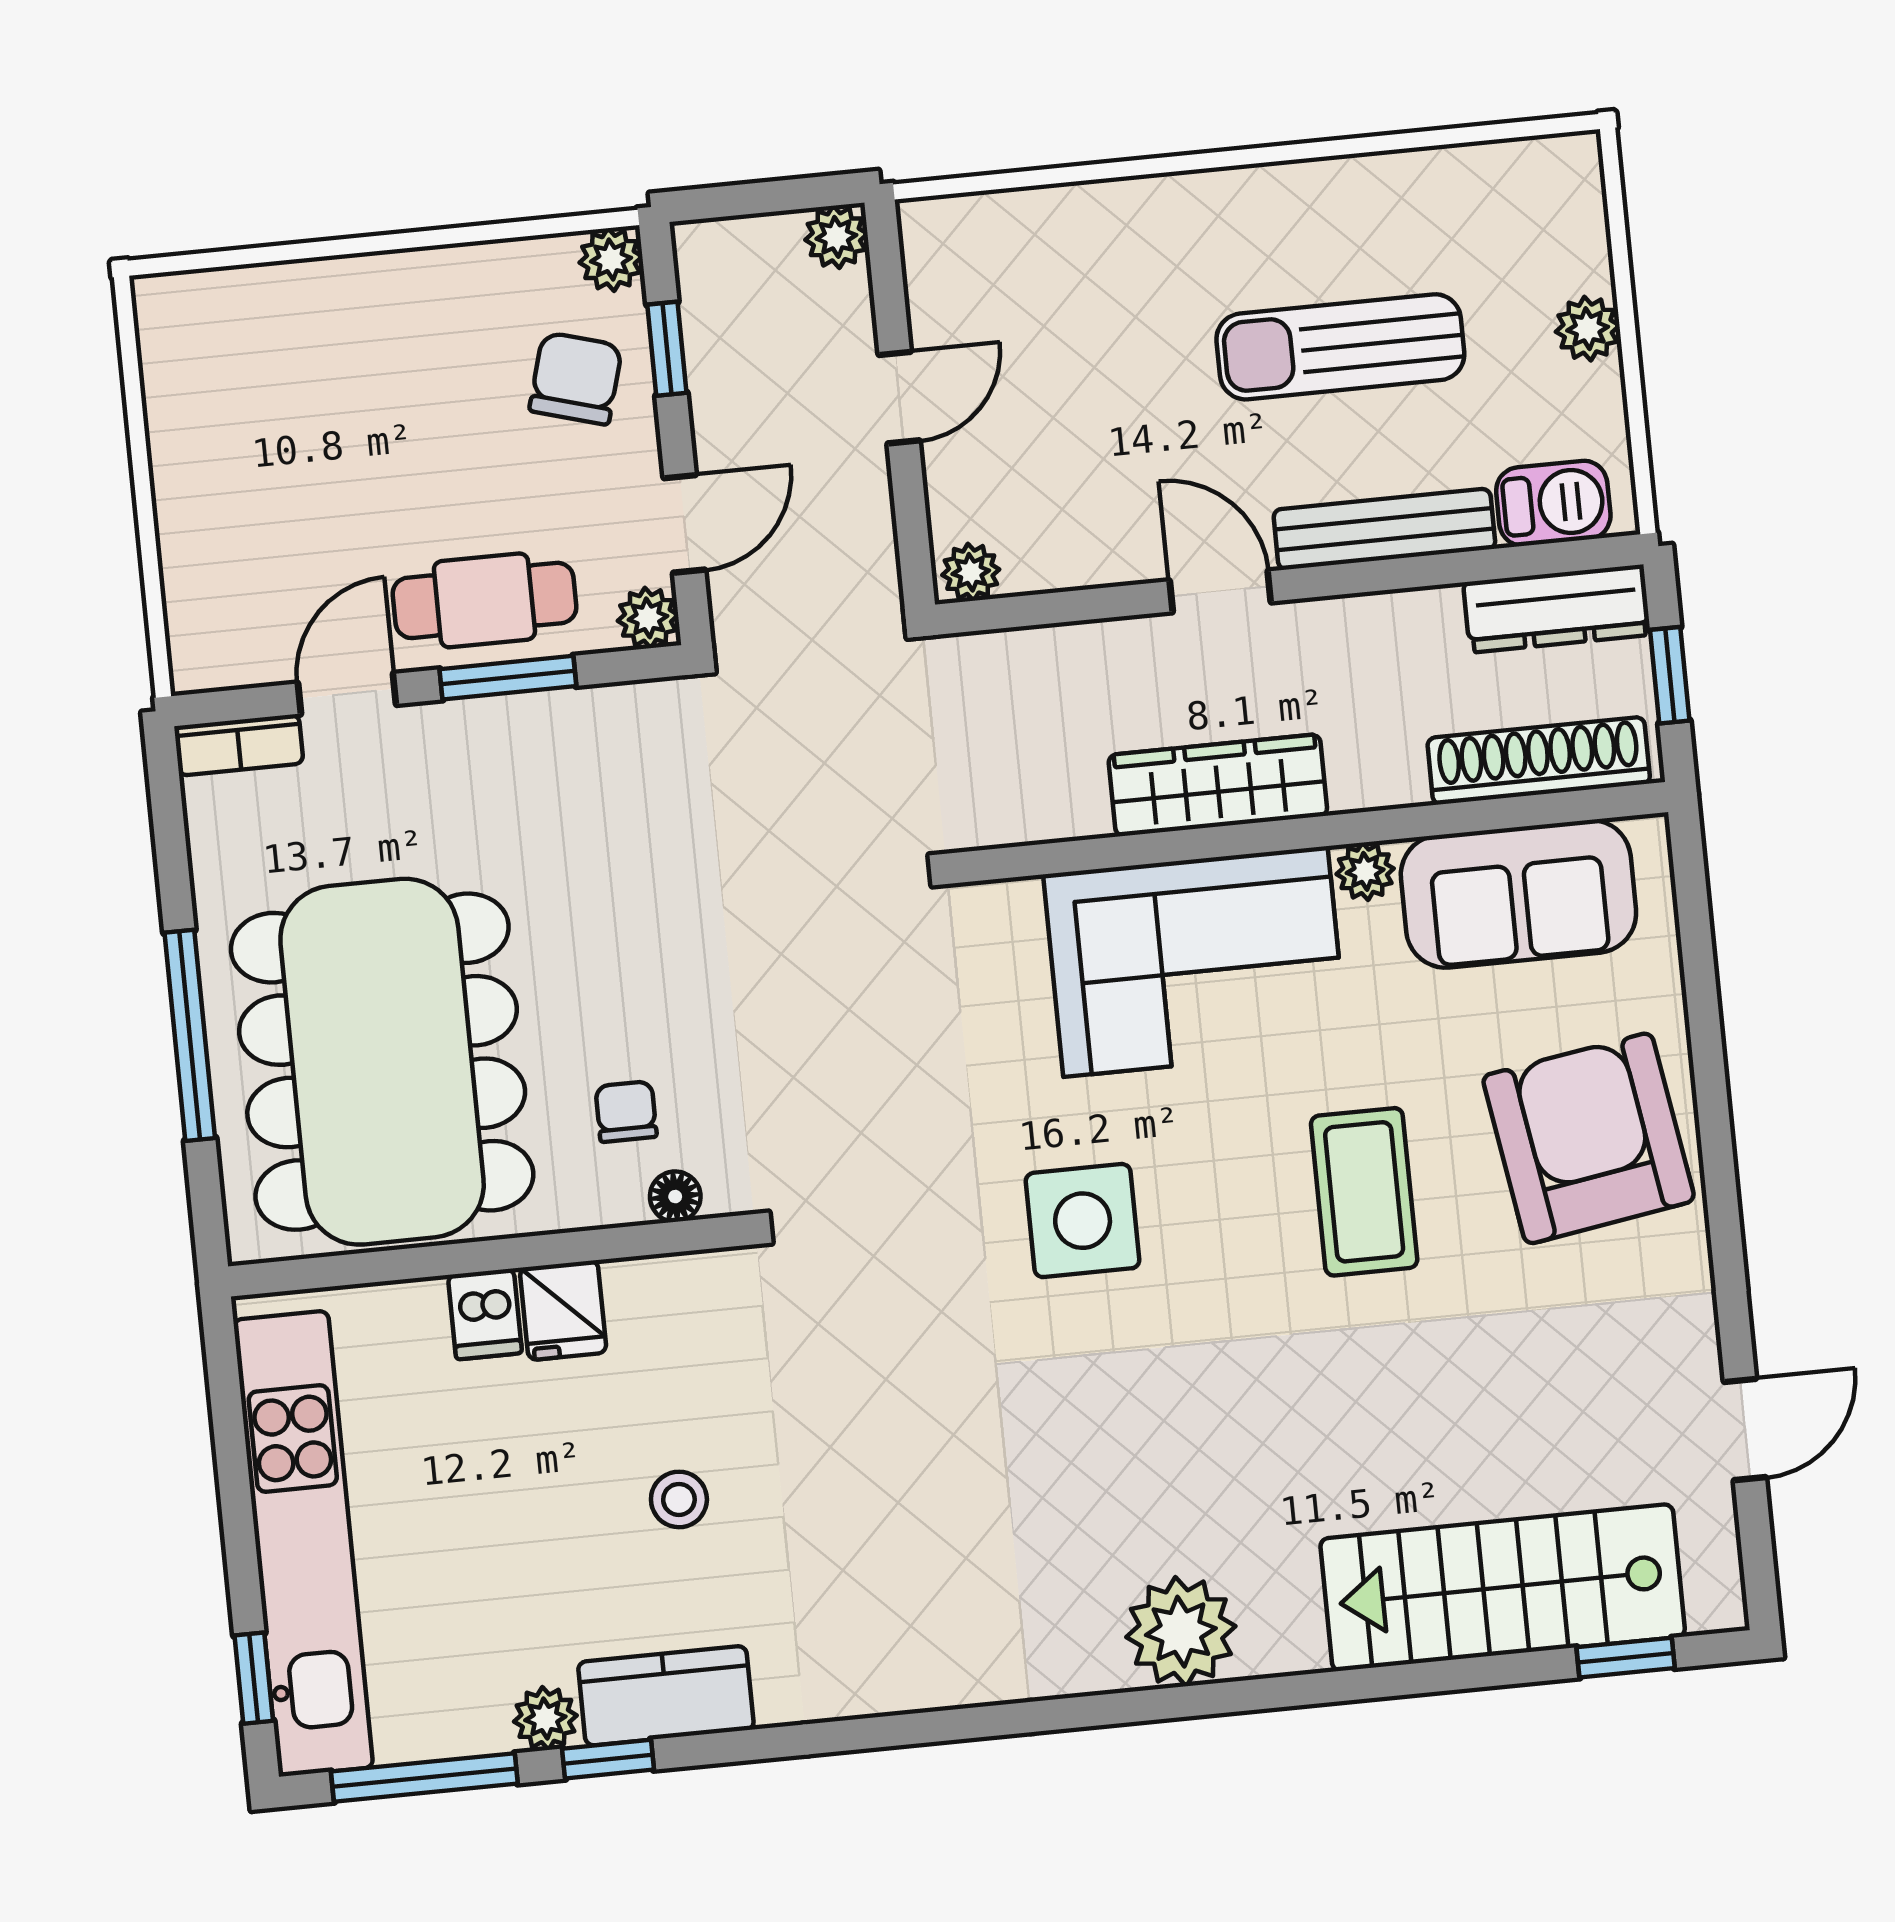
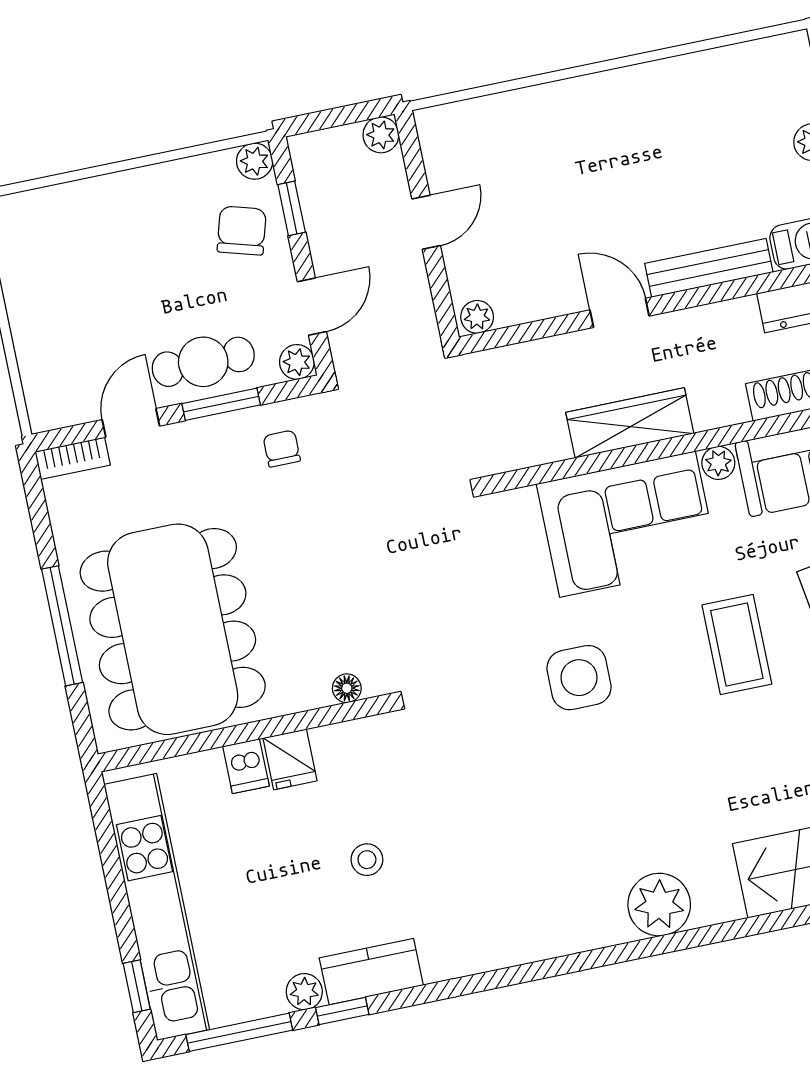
sun lounger: (1340, 347) -> (673, 167), removed
chair: (626, 1112) -> (282, 449), moved

